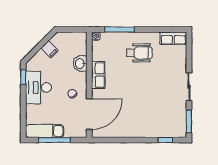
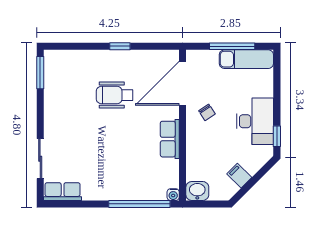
window: (119, 30) -> (139, 204), width x1.46
wheelchair: (139, 53) -> (115, 95), moved
washbasin: (80, 64) -> (197, 191), moved, turned -90
sliding door: (189, 87) -> (40, 159), moved
window: (165, 140) -> (120, 46), moved

